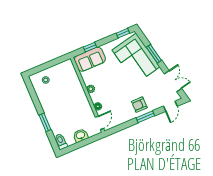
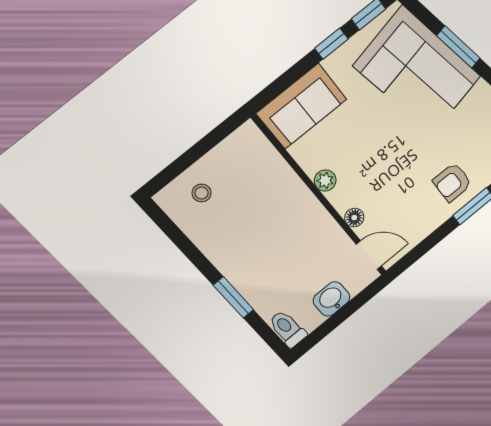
window: (90, 47) -> (331, 44), moved
door: (99, 123) -> (369, 255), hinge flipped

